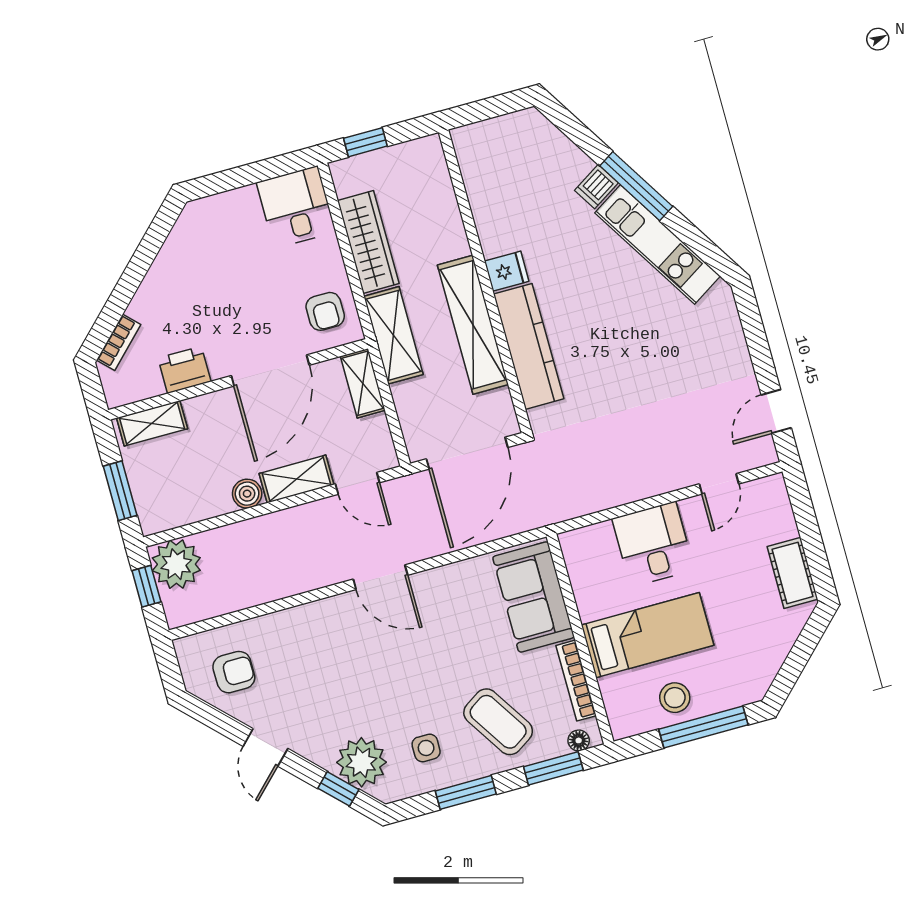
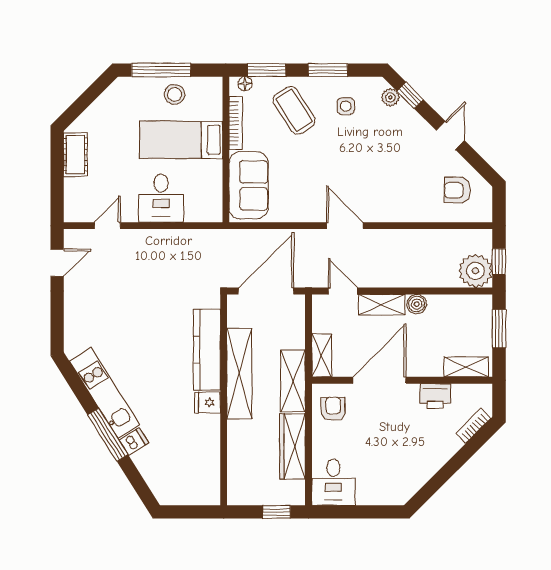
plant: (361, 762) -> (390, 97), width x0.53, depth x0.53

